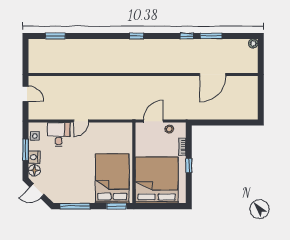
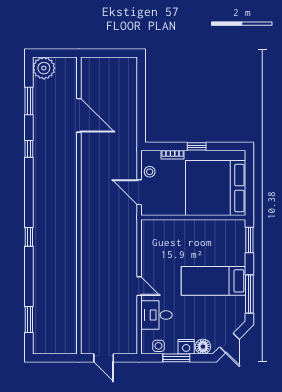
window: (136, 36) -> (29, 237), moved
window: (211, 36) -> (29, 101), moved
plant: (253, 43) -> (44, 68), width x1.87, depth x1.87
door: (26, 94) -> (104, 358), swing flipped
bed: (112, 178) -> (214, 281), moved, width x0.67

